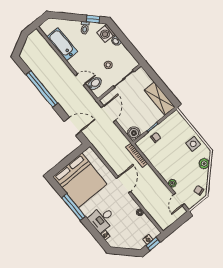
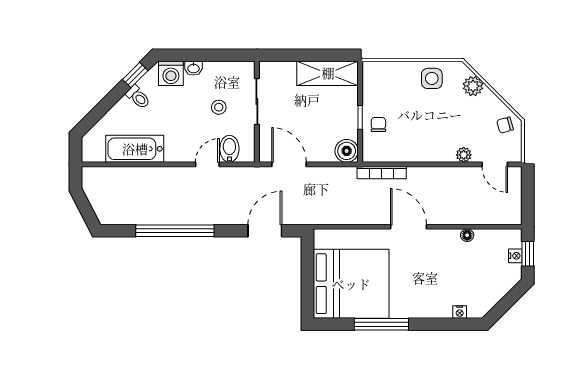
desk: (102, 219) -> (432, 298), removed

